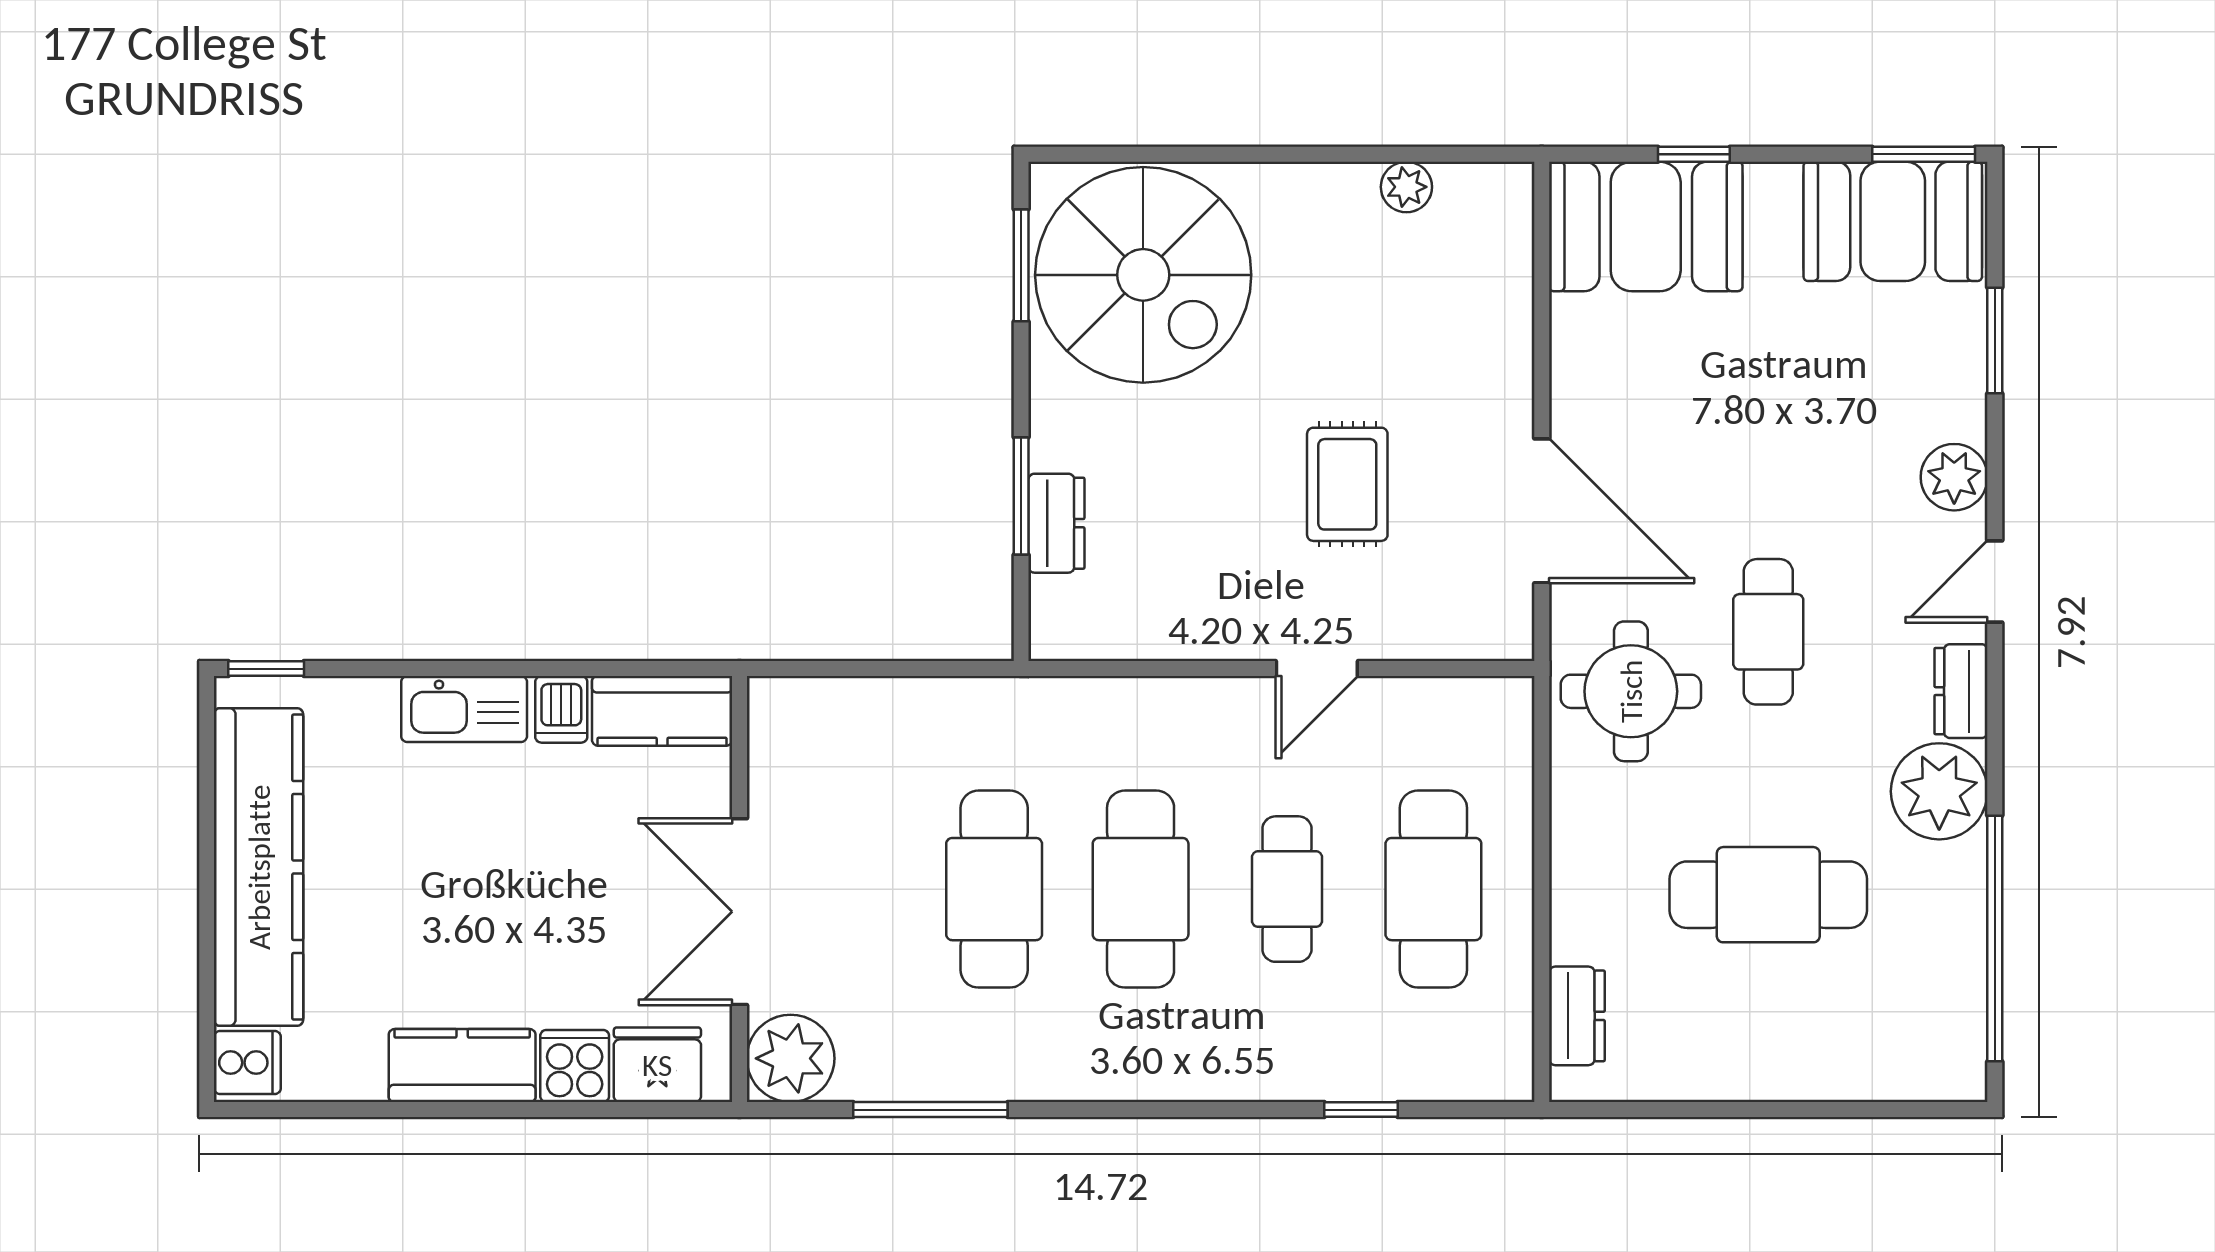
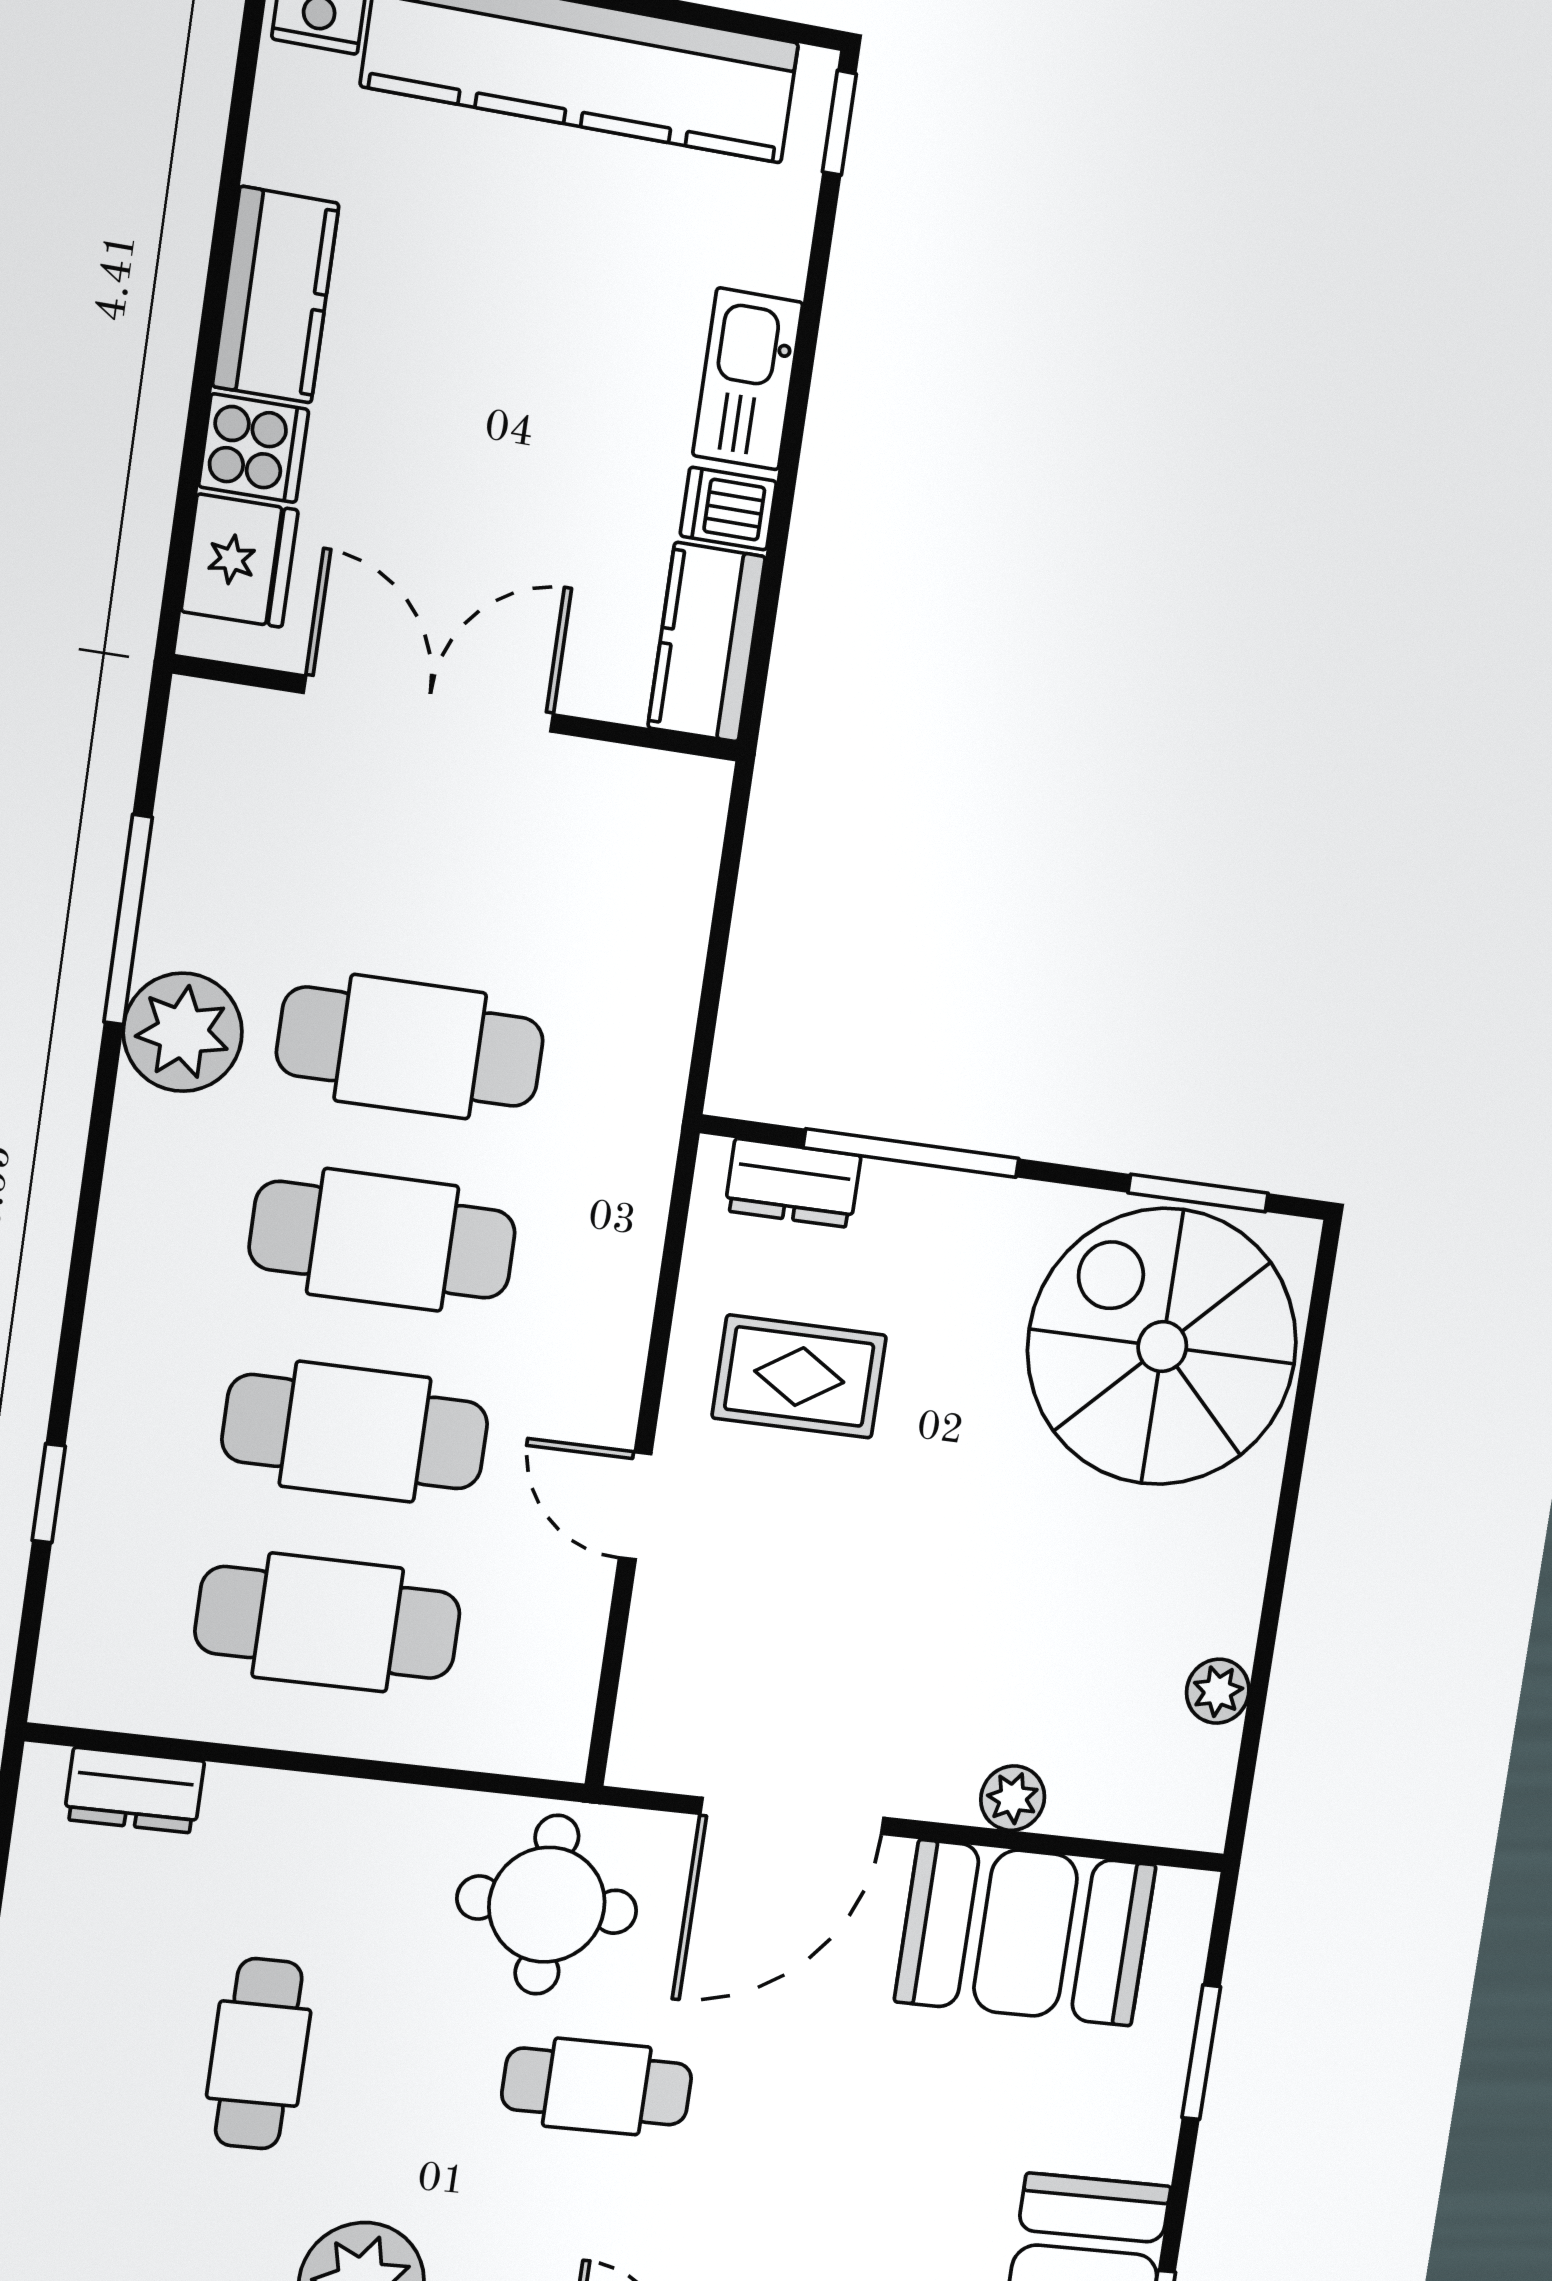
window: (1694, 154) -> (1201, 2052), width x1.50
booth: (1646, 226) -> (1026, 1933), moved, turned 90
spiral stairs: (1143, 275) -> (1162, 1347), turned 90
plant: (1509, 339) -> (1013, 1798), added
rug: (1347, 484) -> (799, 1377), moved
window: (1021, 496) -> (911, 1153), width x1.44
dresser: (1056, 523) -> (793, 1183), moved
cafe table: (1287, 889) -> (355, 1432), width x1.37, depth x1.35
cafe table: (1768, 895) -> (259, 2054), width x0.73, depth x0.74
plant: (791, 1058) -> (183, 1032), moved

